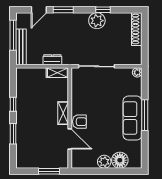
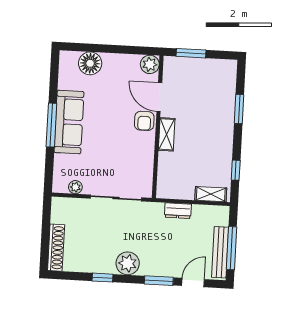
plant: (97, 21) -> (128, 263), moved
bench: (21, 47) -> (220, 252), moved
plant: (137, 72) -> (75, 187), moved
shelving: (57, 73) -> (211, 194), moved
window: (13, 104) -> (236, 170), moved
armchair: (79, 122) -> (144, 121), turned -90
plant: (104, 162) -> (150, 64), moved

